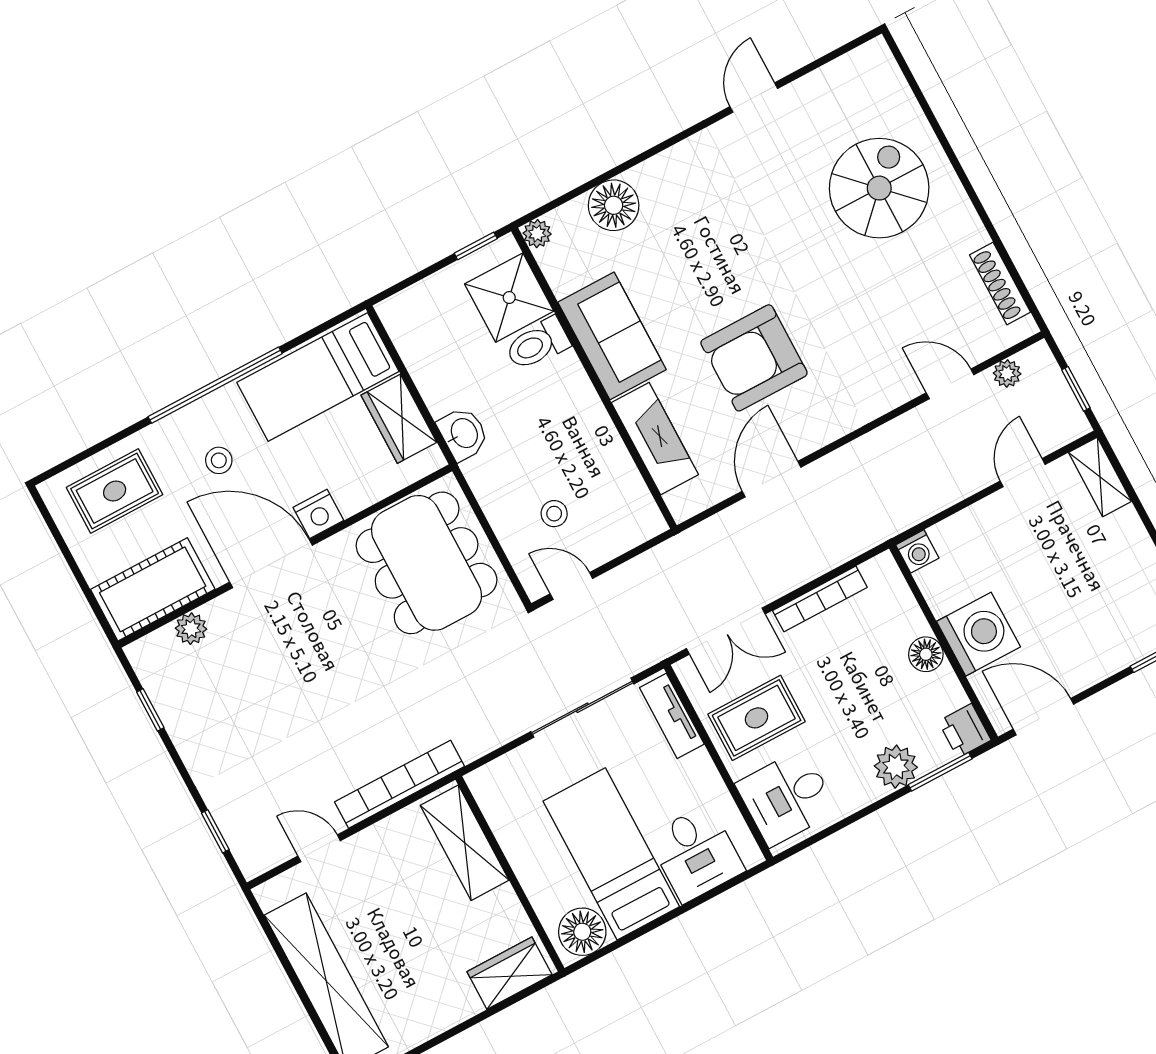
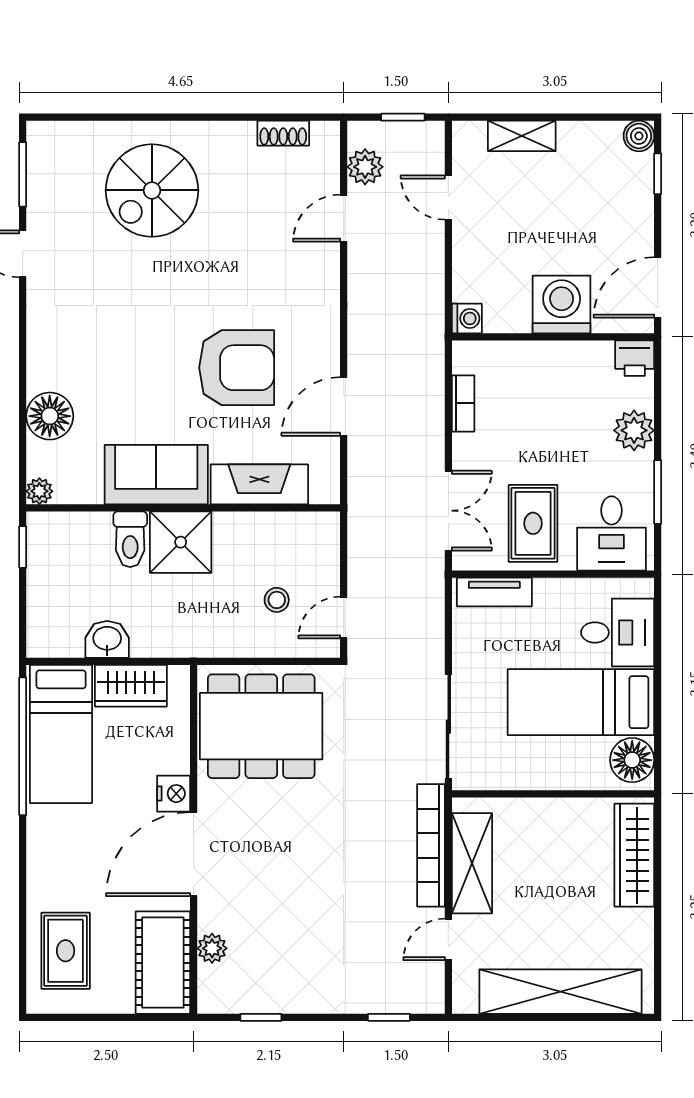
window: (829, 57) -> (23, 174), added
spiral stairs: (879, 188) -> (152, 190), turned -90
shoe rack: (1000, 283) -> (283, 133), width x0.70
shower: (509, 298) -> (181, 542), moved
armchair: (754, 358) -> (237, 368), turned -90
plant: (1007, 374) -> (365, 167), width x1.38, depth x1.38
window: (215, 385) -> (23, 746), moved
washbasin: (463, 434) -> (107, 639), moved
stool: (219, 460) -> (86, 852), removed
shelving: (1100, 477) -> (522, 136), moved
door: (772, 479) -> (344, 406), hinge flipped
bookcase: (820, 599) -> (463, 403), width x0.64
floor lamp: (926, 654) -> (555, 356), removed
sliding door: (582, 708) -> (448, 727), moved
window: (940, 772) -> (658, 492), moved
shelving: (465, 843) -> (472, 863), moved, turned 90
wardrobe: (509, 973) -> (634, 855), width x1.50

